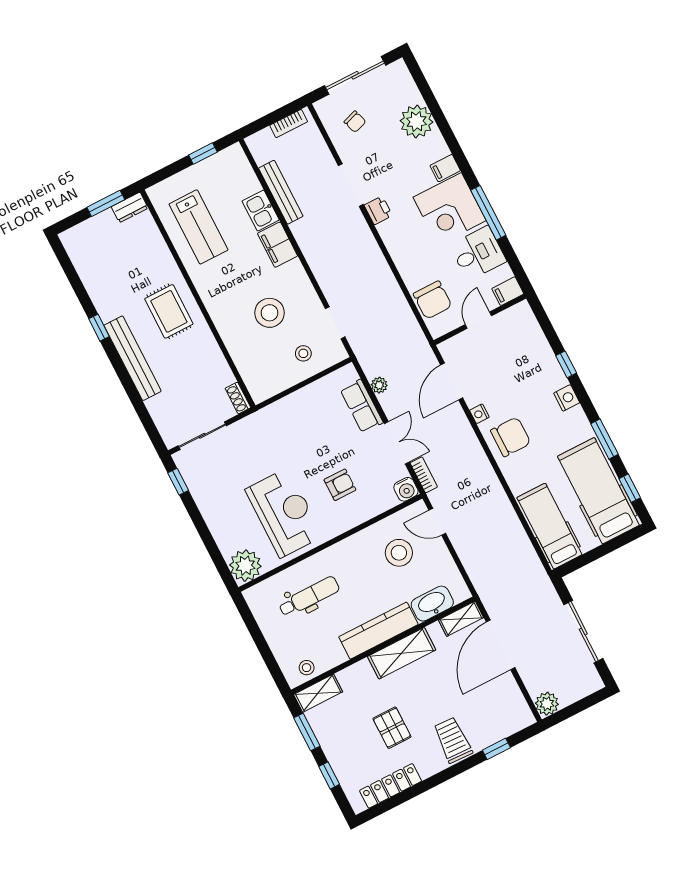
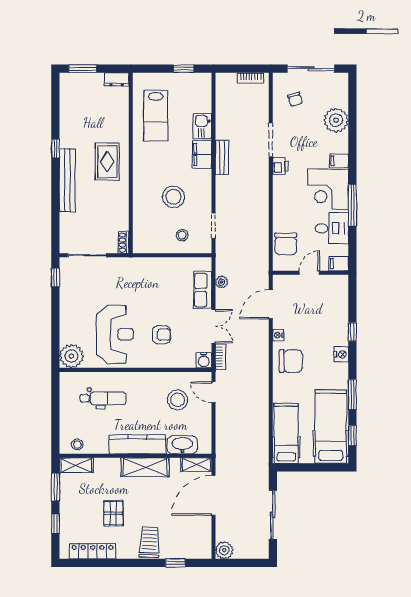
bench: (281, 192) -> (222, 157), moved, width x0.73
window: (106, 203) -> (83, 69), moved

